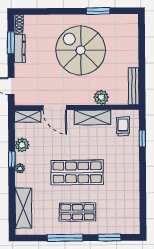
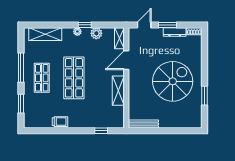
window: (11, 43) -> (168, 25), moved
plant: (101, 97) -> (134, 98), removed
trolley: (123, 126) -> (60, 122), moved

